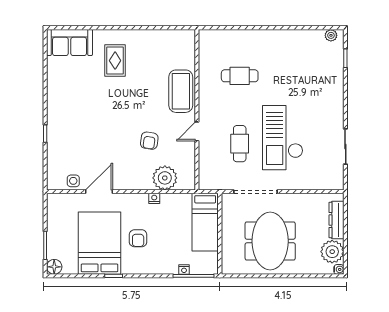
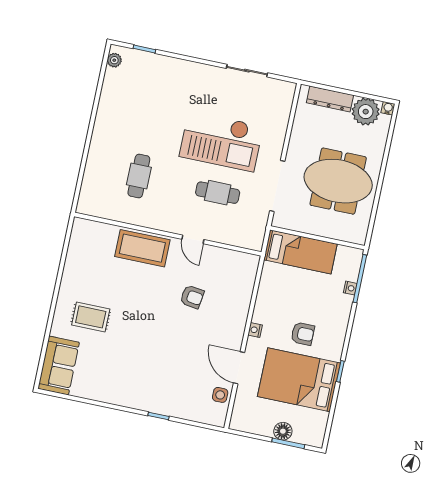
plant: (165, 178) -> (239, 288), removed
nightstand: (154, 198) -> (255, 330), moved
floor lamp: (54, 267) -> (283, 431), moved

